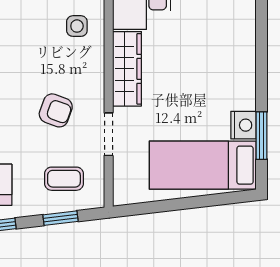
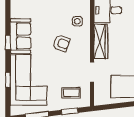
armchair: (56, 110) -> (61, 43), moved

